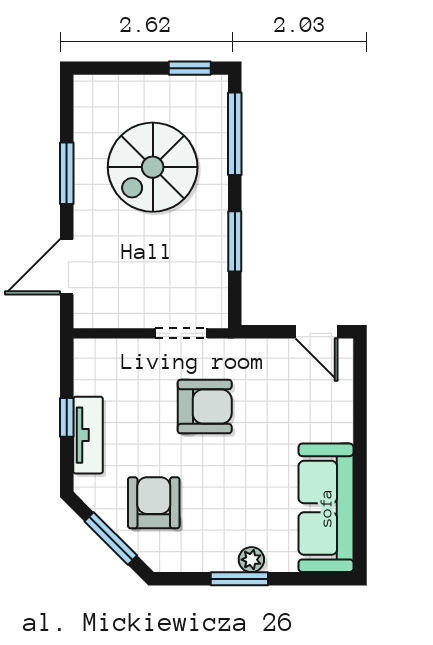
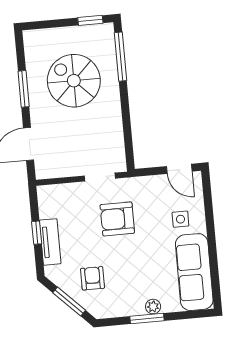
spiral stairs: (153, 167) -> (74, 81), turned 90
window: (235, 241) -> (126, 120), removed
armchair: (205, 407) -> (117, 219), turned 180
side table: (311, 417) -> (180, 219), added
armchair: (154, 503) -> (92, 278), width x0.72, depth x0.72

